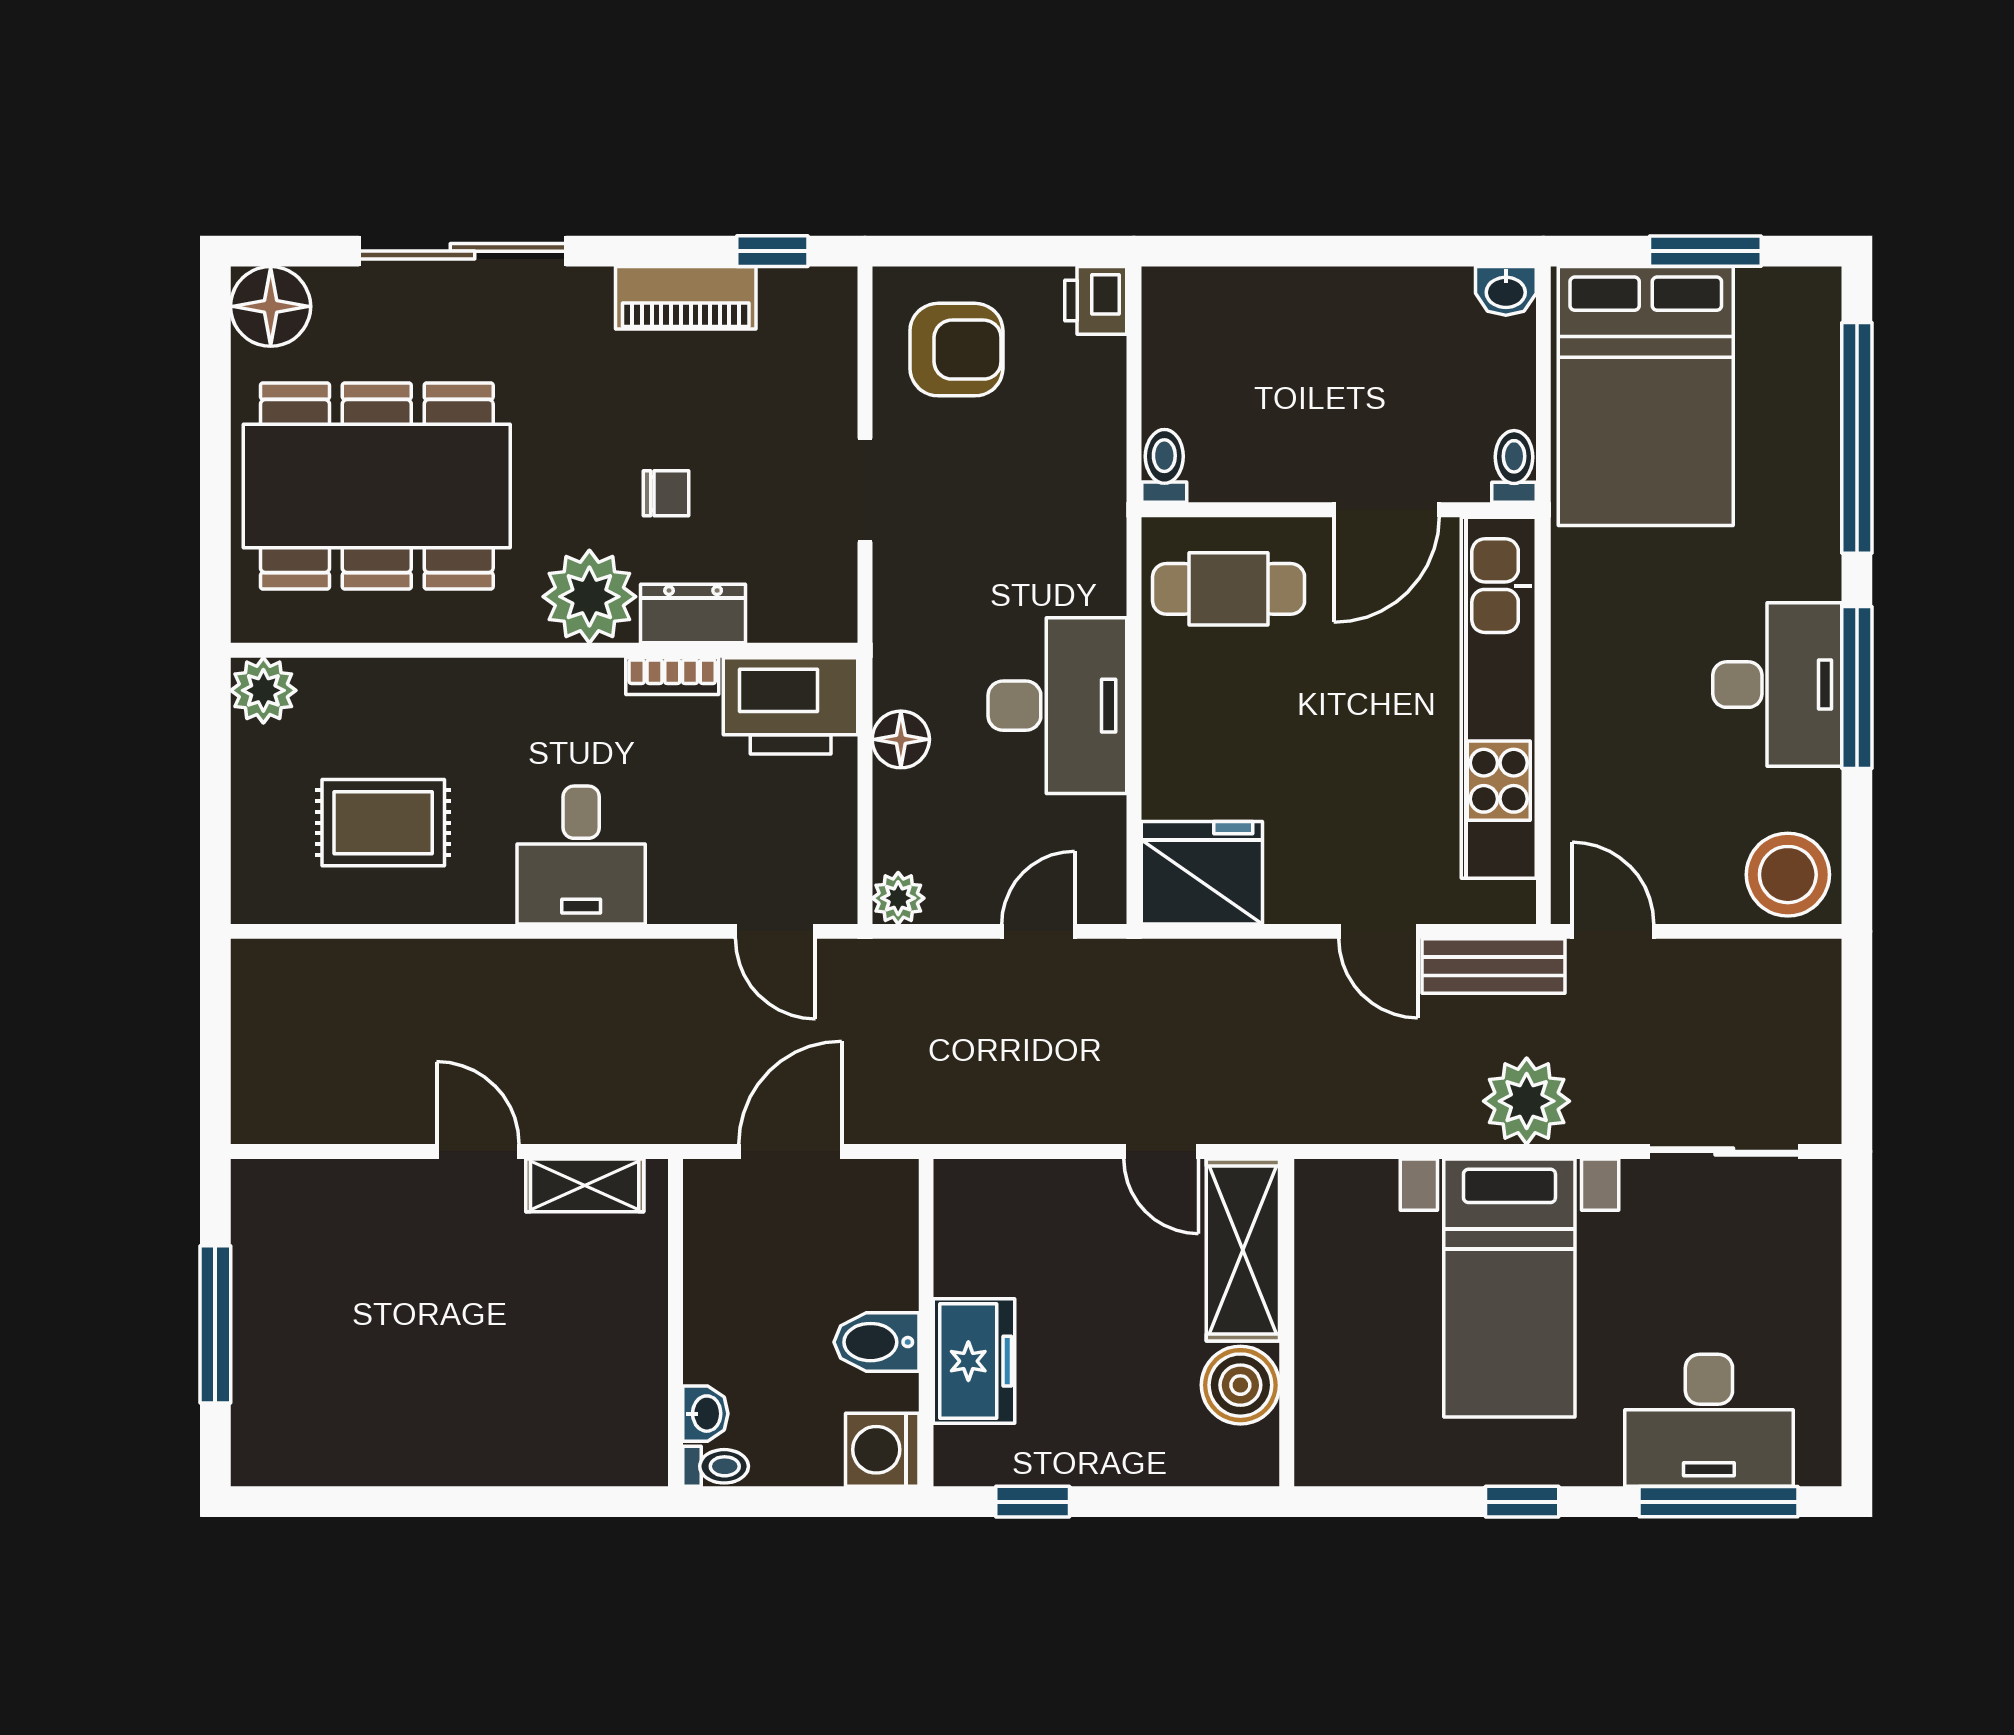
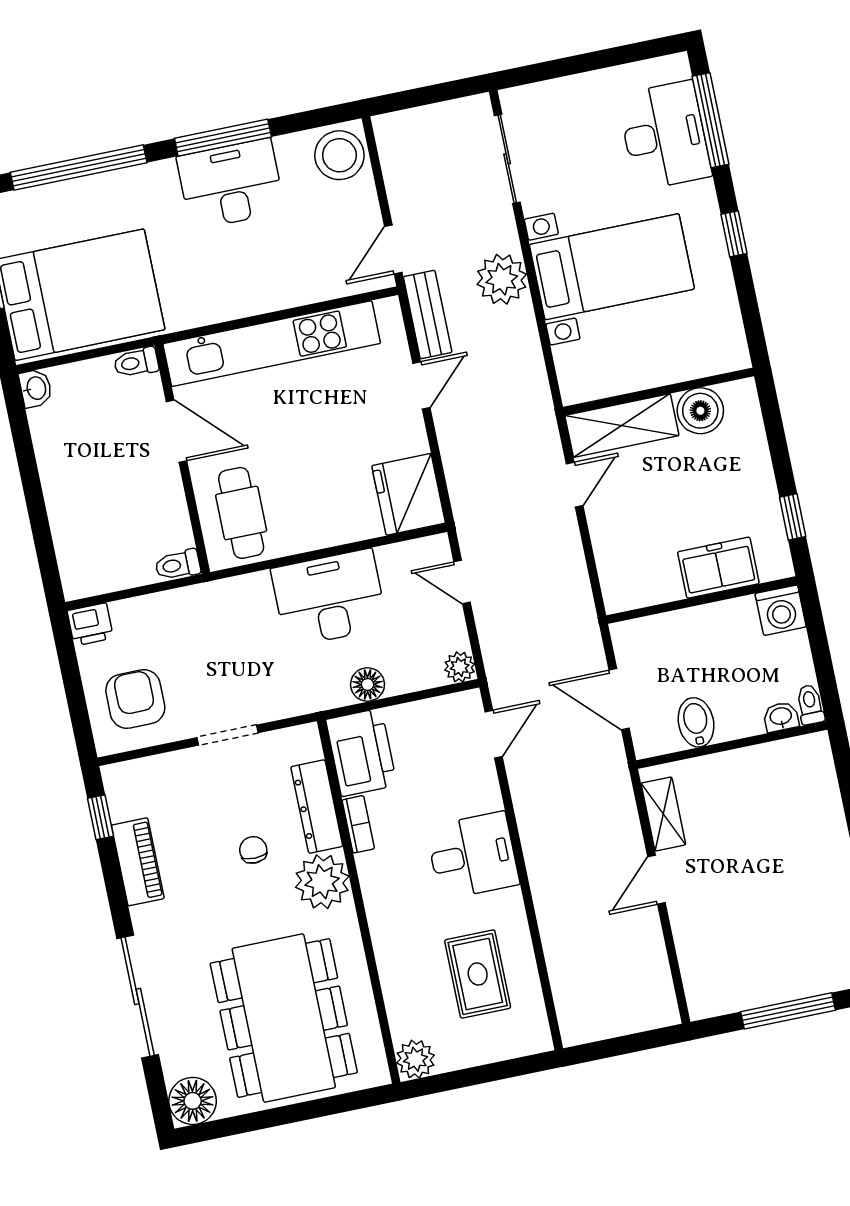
dresser: (693, 614) -> (317, 807), width x1.44
bidet: (876, 1342) -> (696, 722), moved, turned 180

